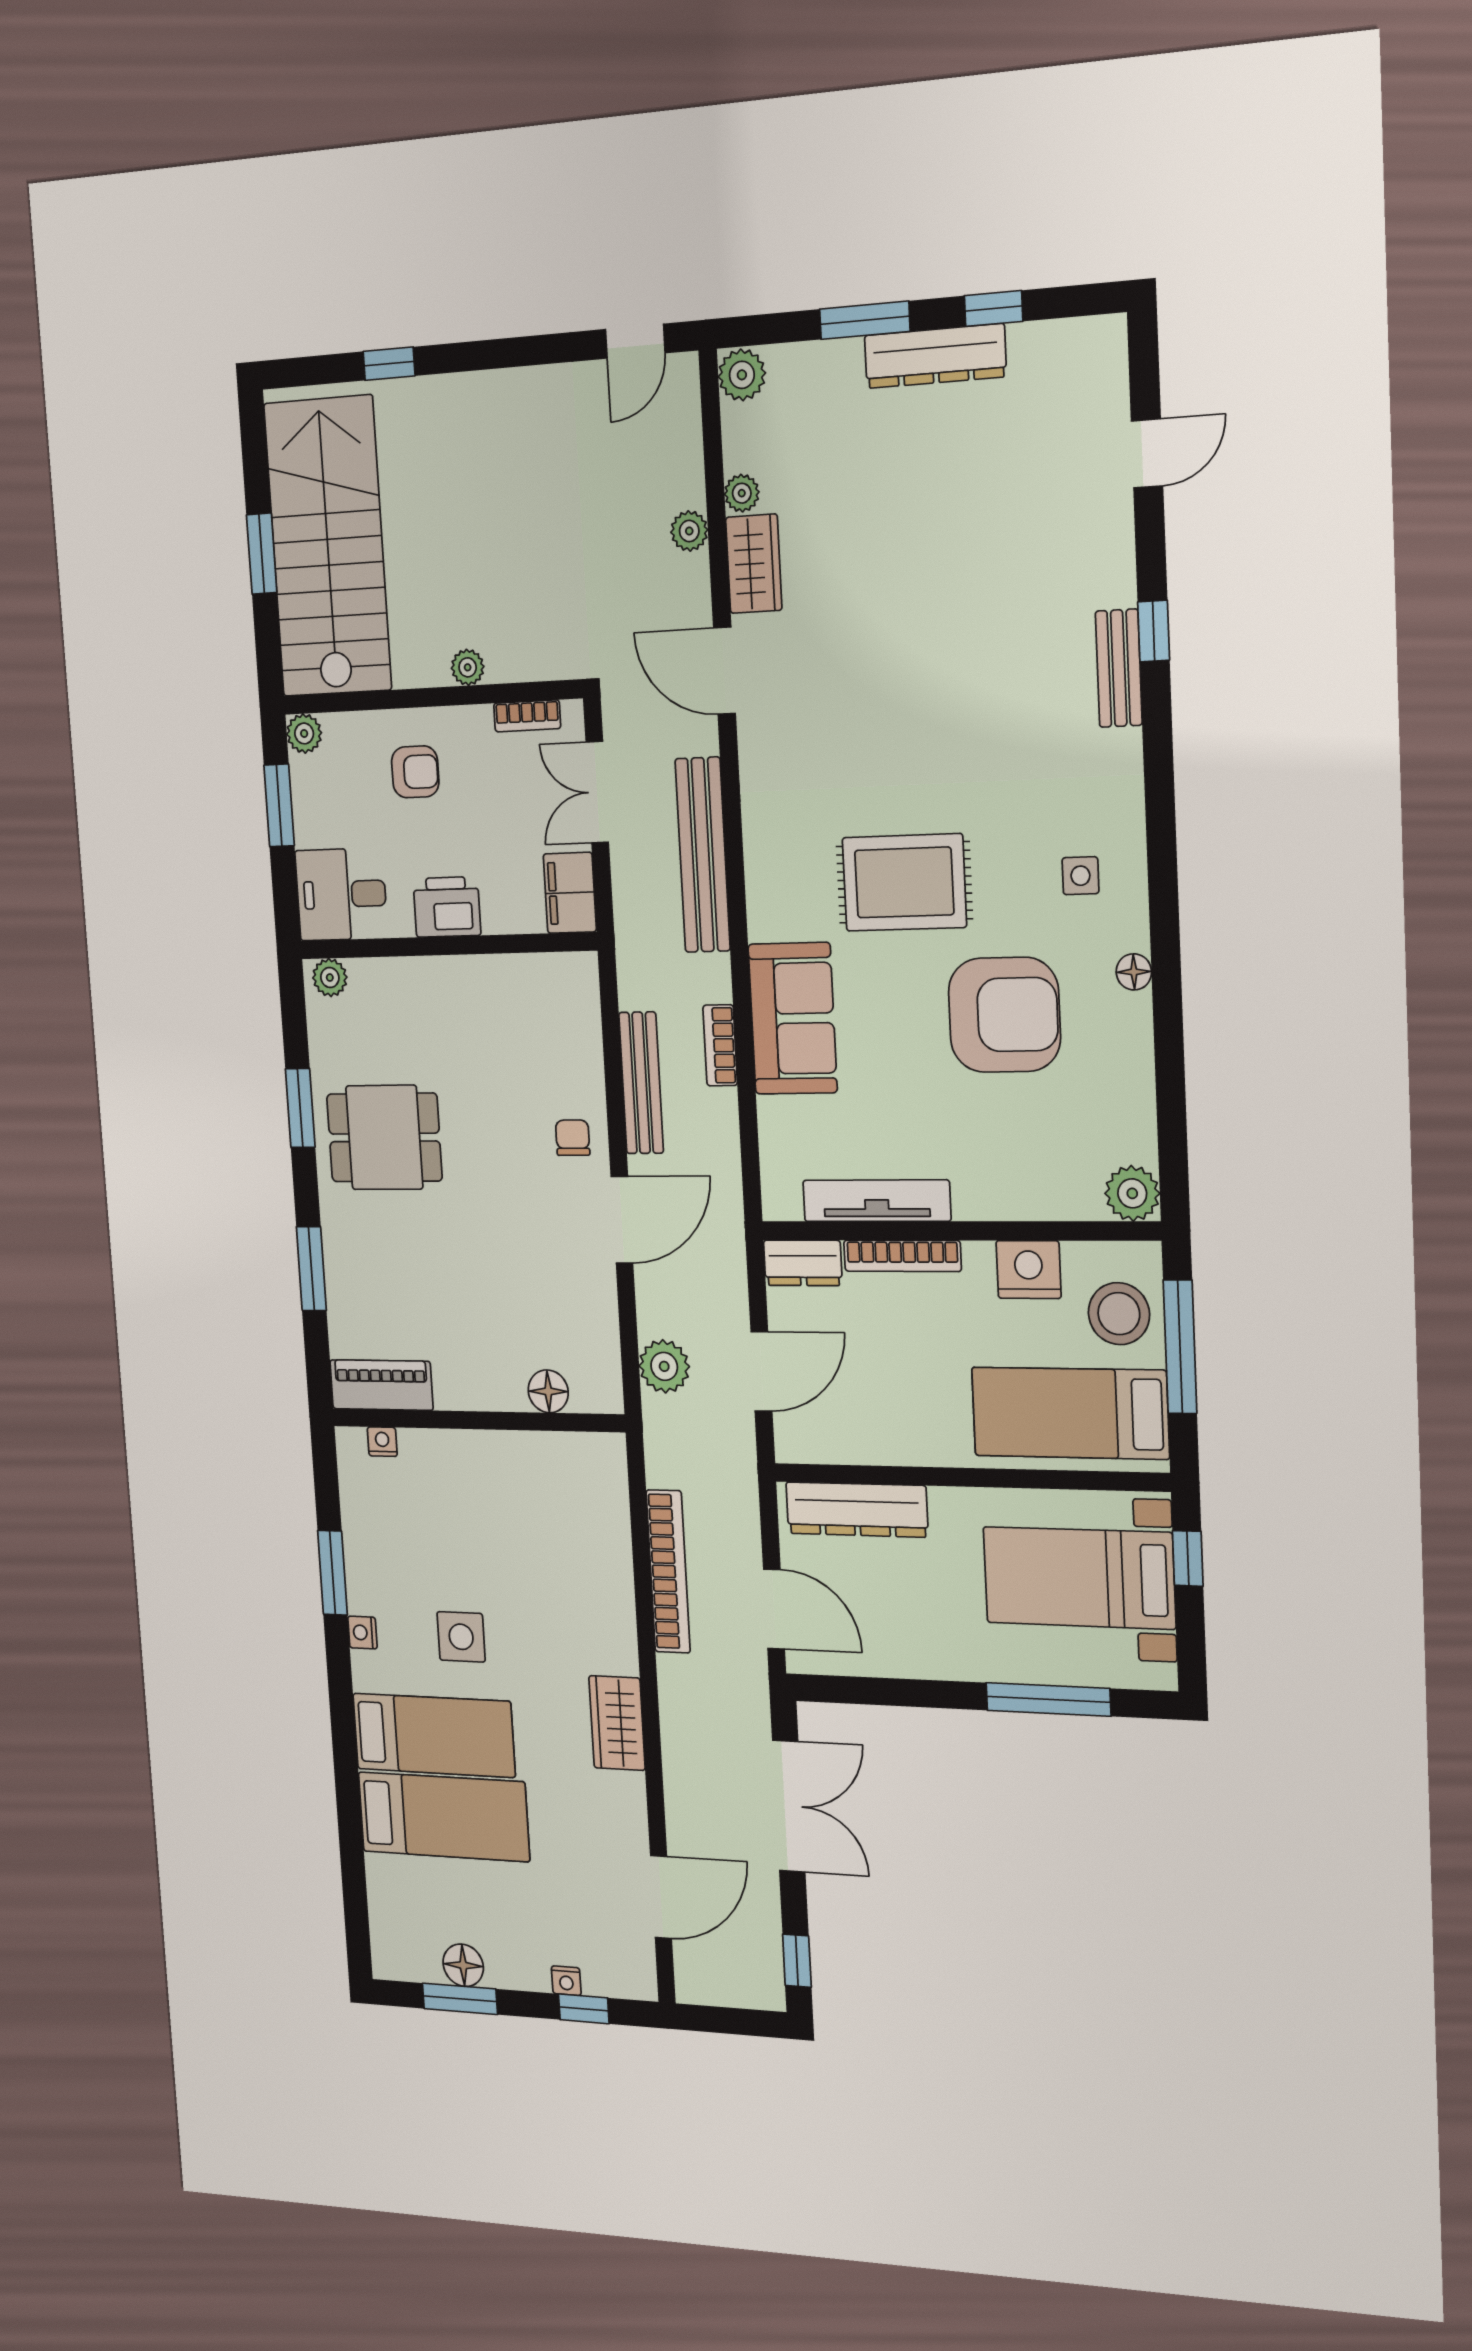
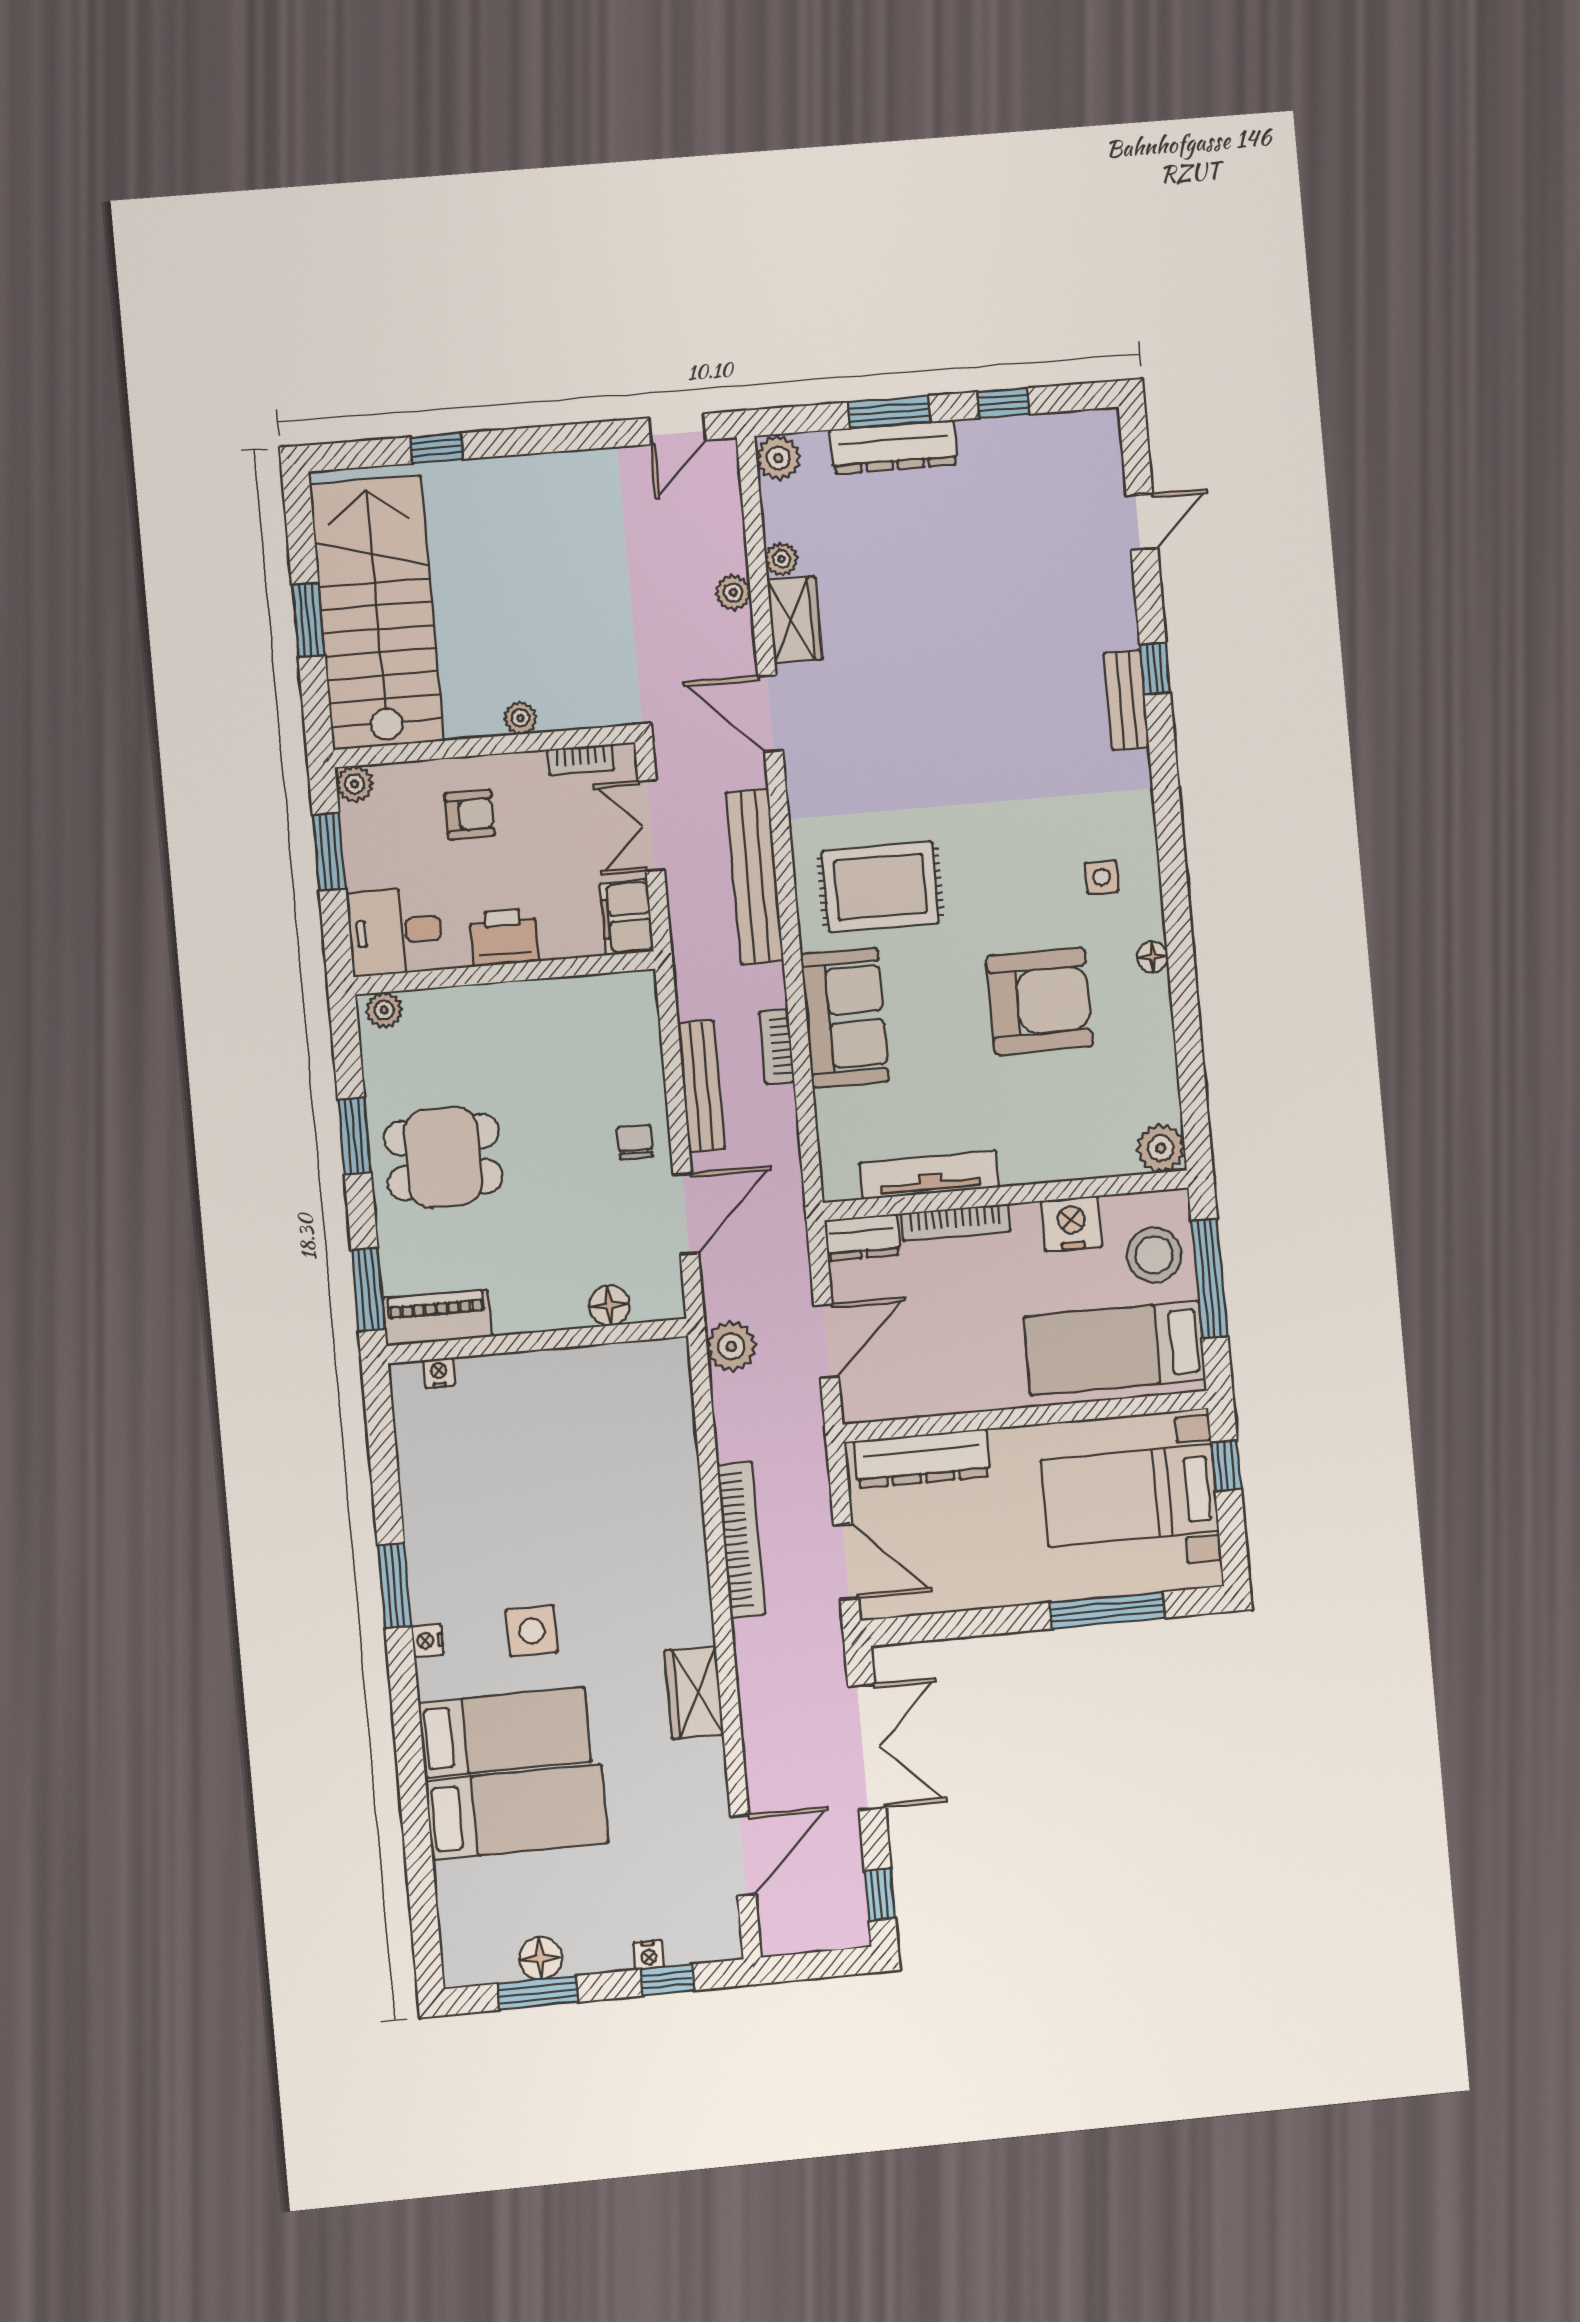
dresser: (935, 356) -> (894, 447), moved
rug: (904, 882) -> (880, 887), moved
piano: (381, 1385) -> (437, 1318), moved
floor lamp: (548, 1391) -> (609, 1305), moved
wall: (477, 1420) -> (537, 1341), moved
nightstand: (382, 1442) -> (439, 1373), moved

